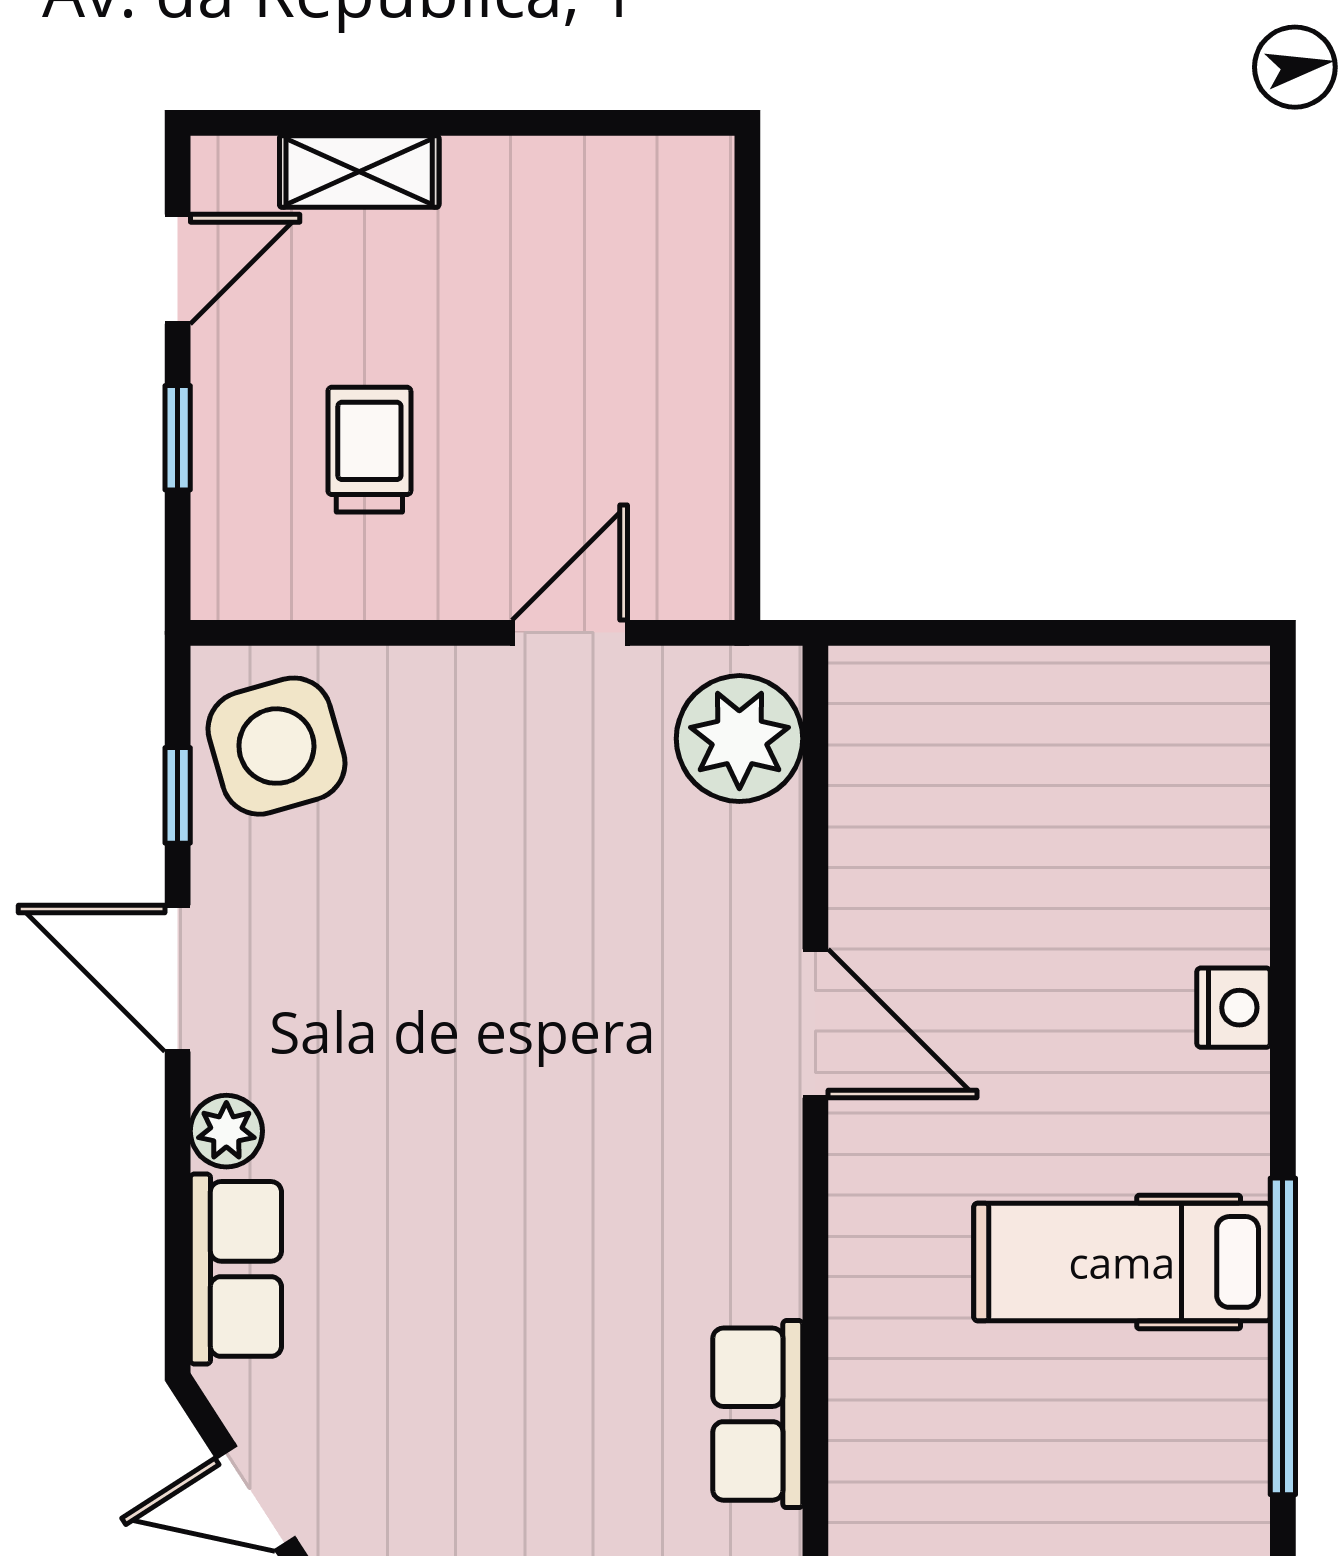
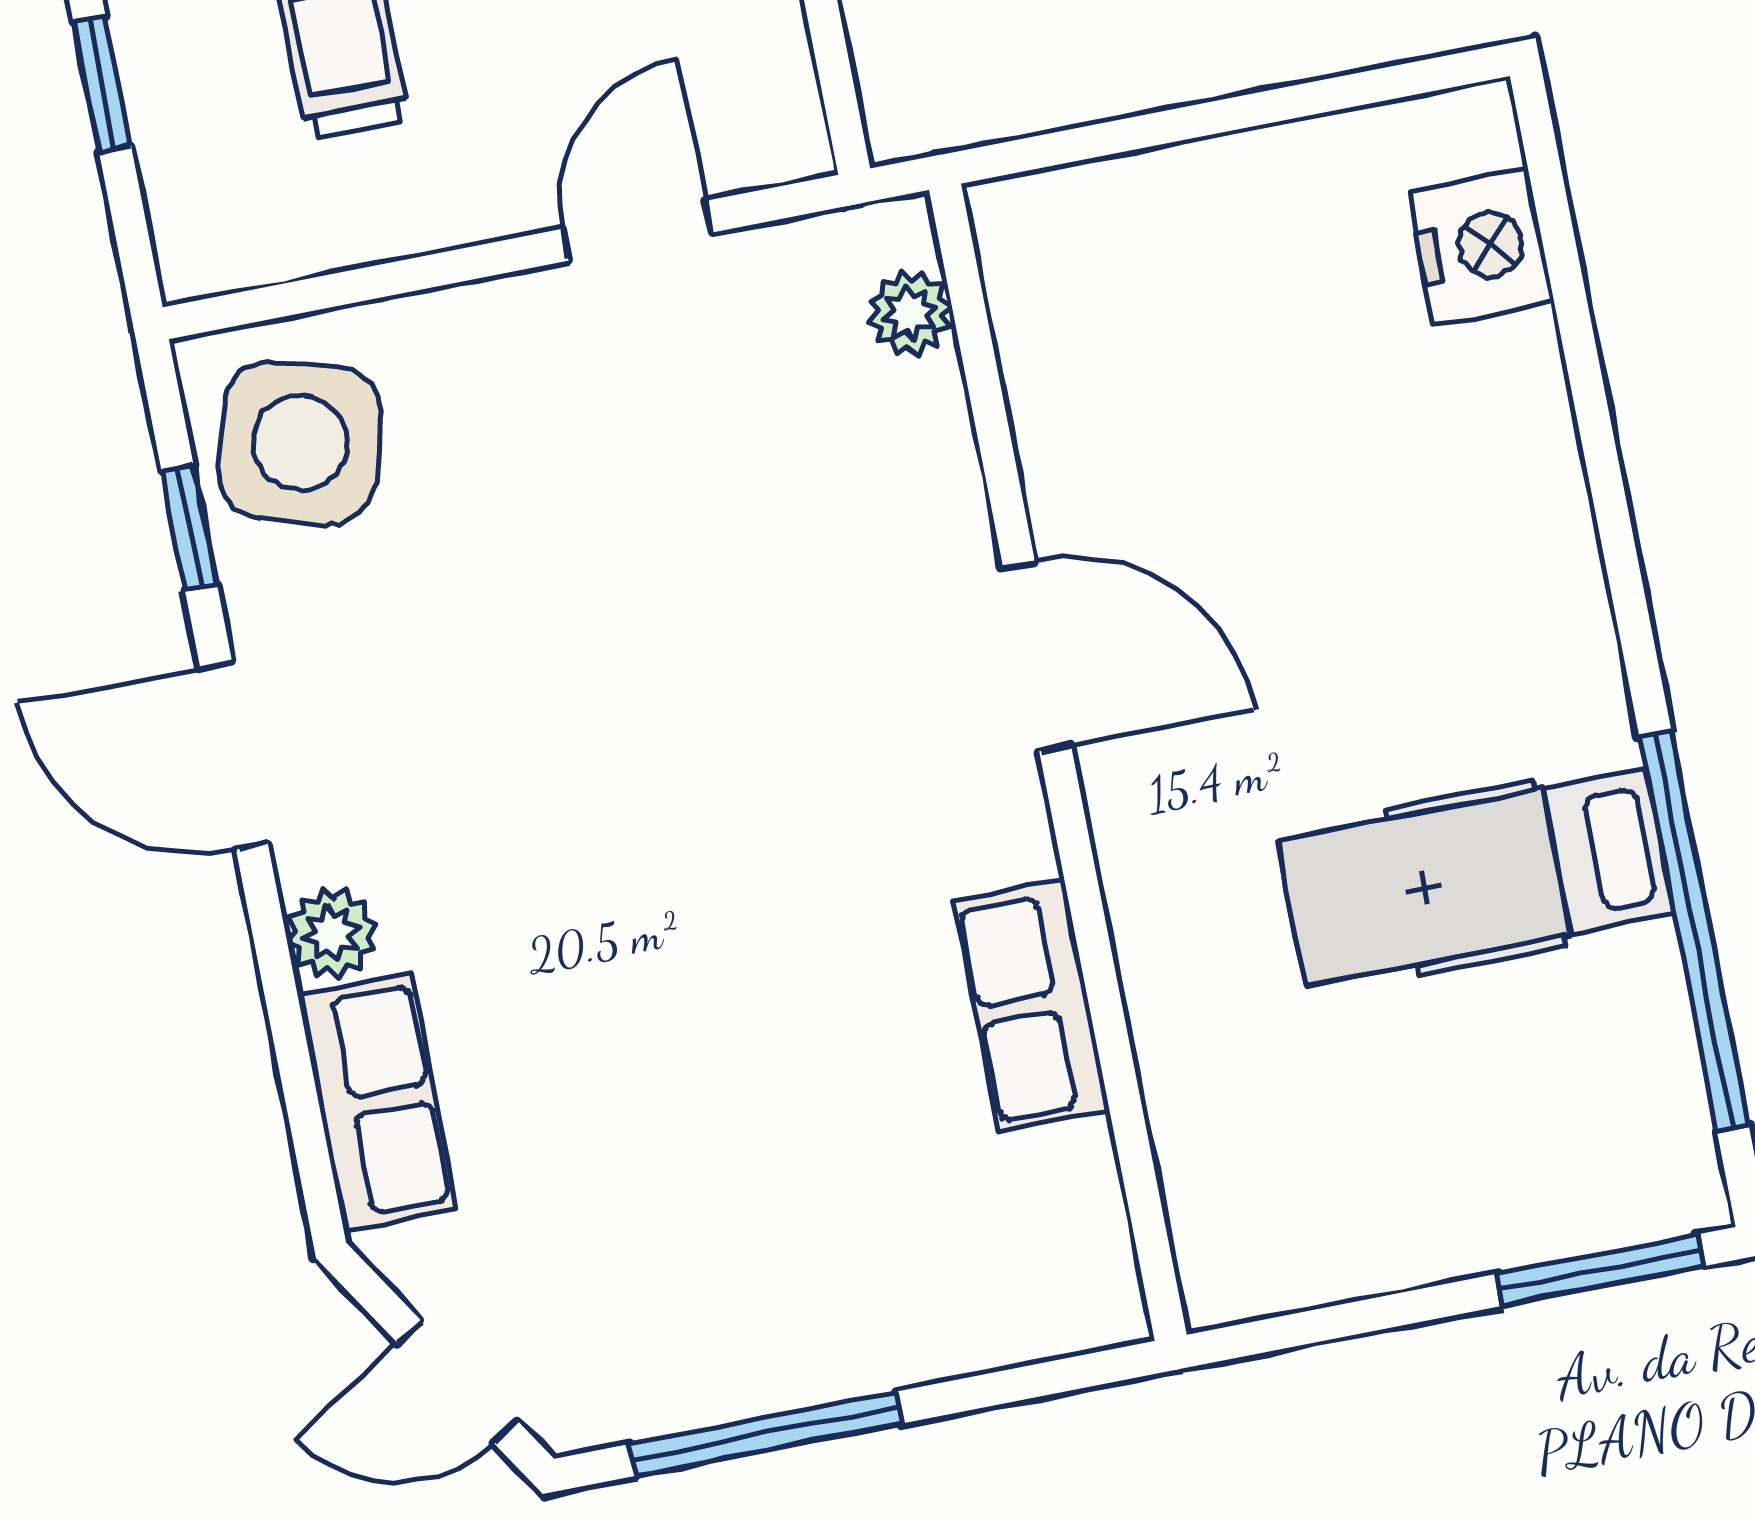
plant: (739, 739) -> (910, 313), width x0.53, depth x0.53
side table: (276, 746) -> (300, 443), turned 32
nightstand: (1234, 1008) -> (1481, 247), moved, width x1.36, depth x1.33
row of seats: (758, 1414) -> (1032, 1006), moved

